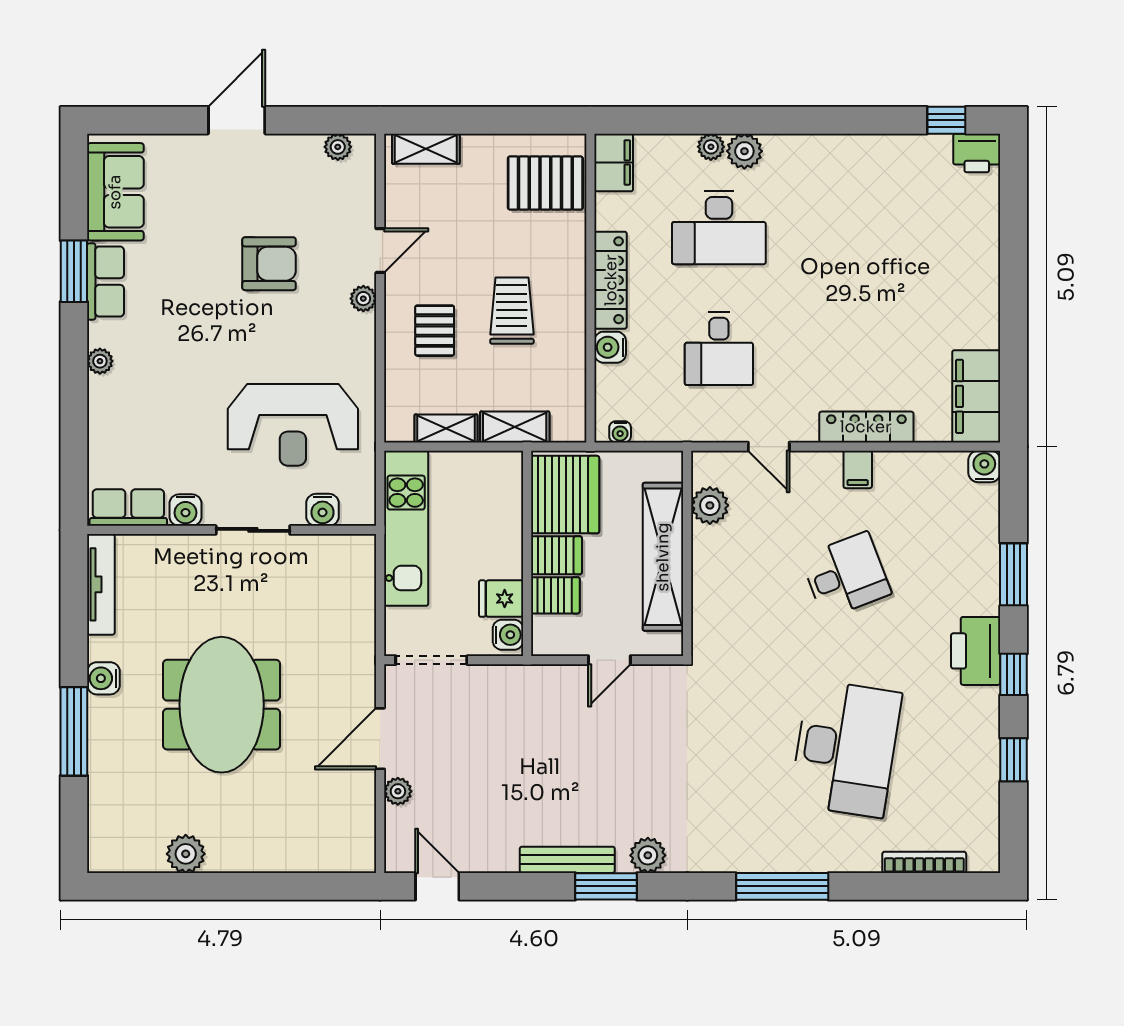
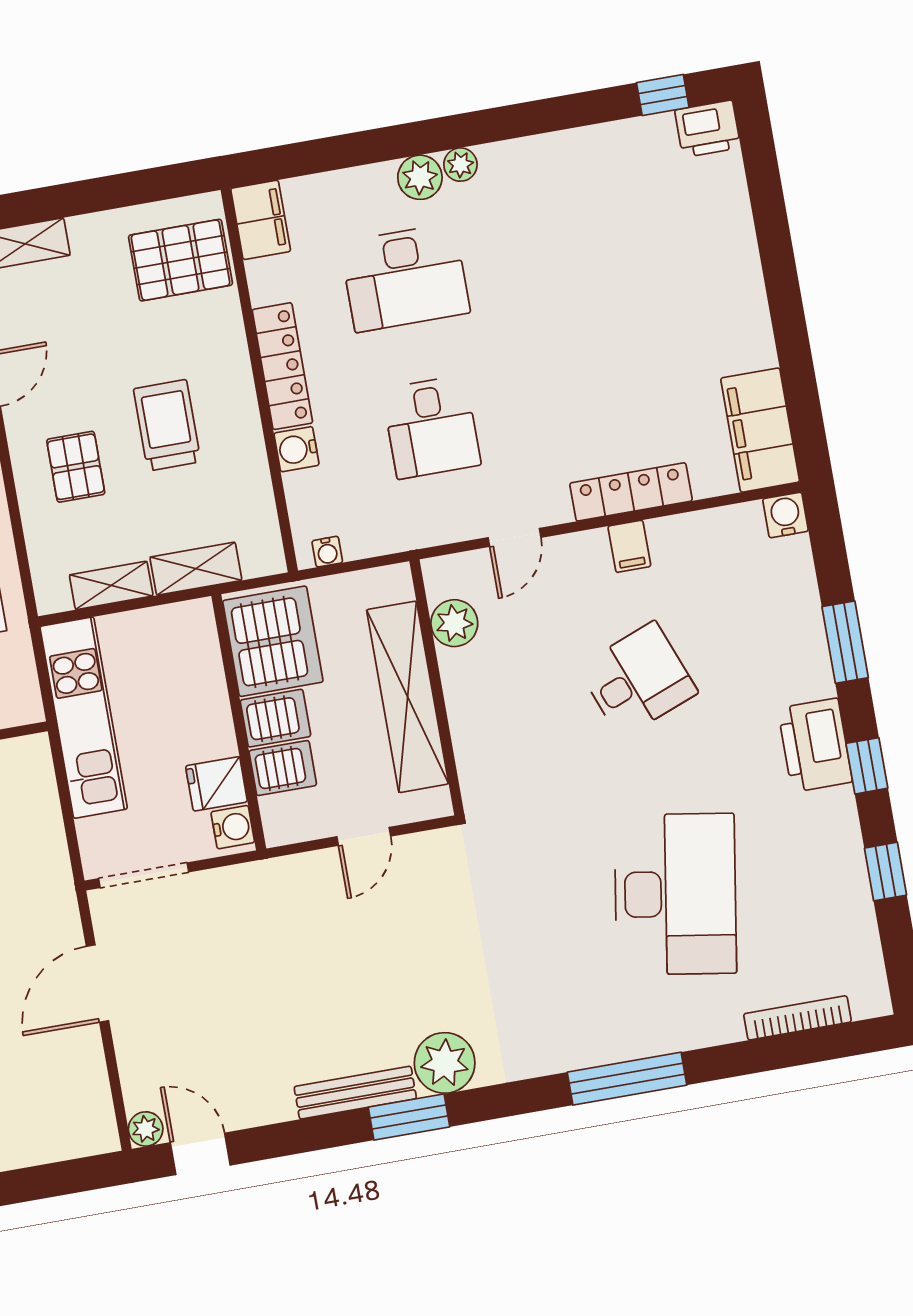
plant: (711, 147) -> (460, 165), moved
door: (769, 447) -> (514, 537), hinge flipped
plant: (398, 791) -> (146, 1129), moved
plant: (648, 855) -> (445, 1063), width x1.36, depth x1.36

